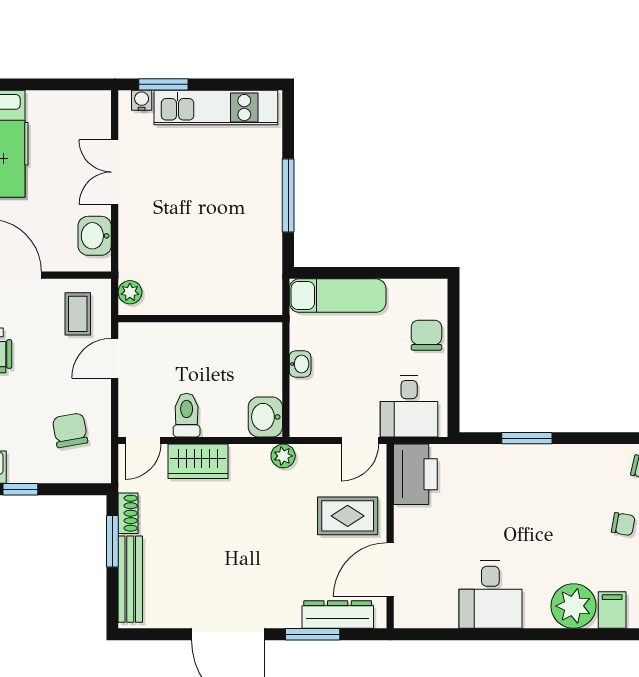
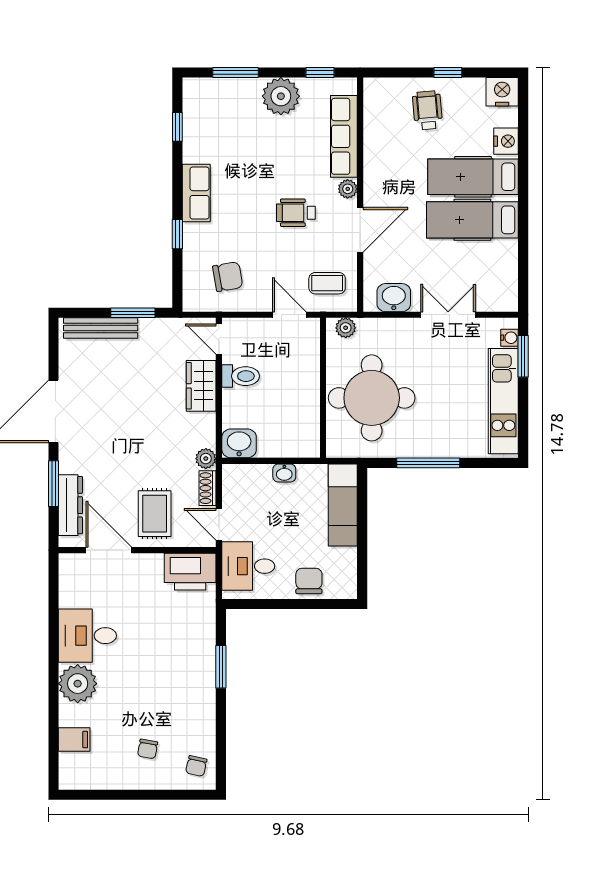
round table: (212, 262) -> (372, 398), added
chair: (426, 335) -> (309, 581), turned -90
shoe rack: (128, 513) -> (208, 488), moved, turned 90
plant: (574, 606) -> (78, 684), moved

